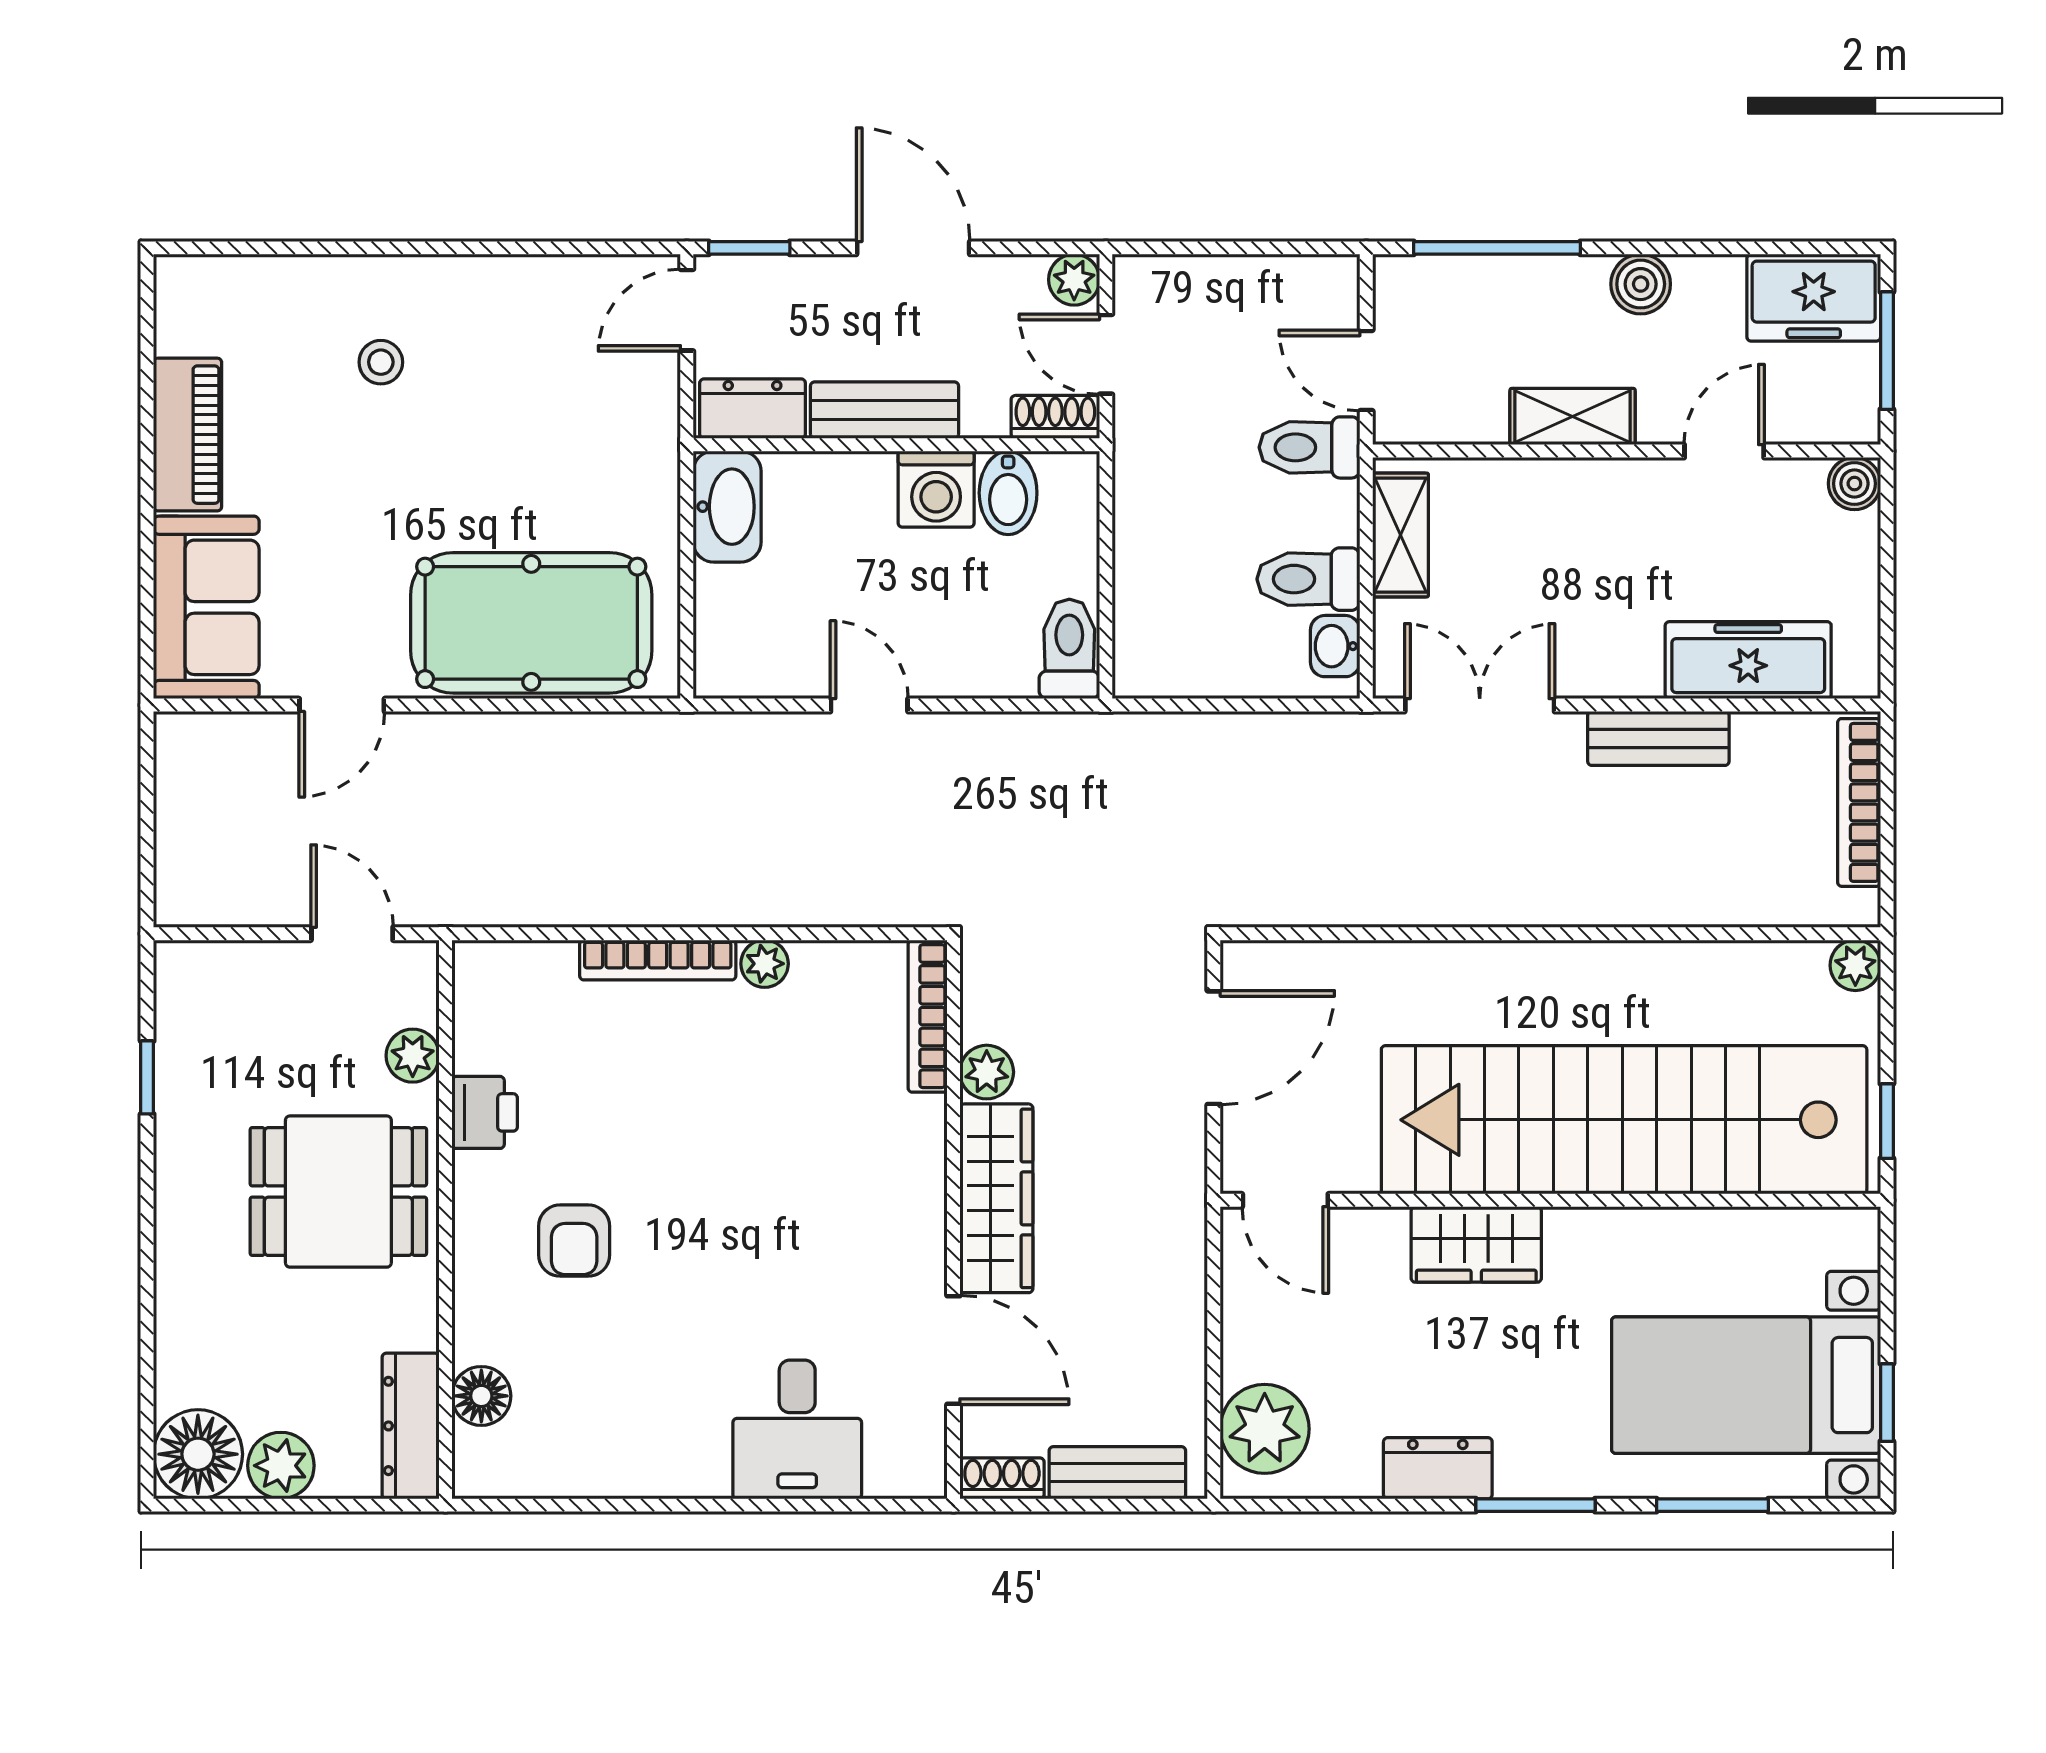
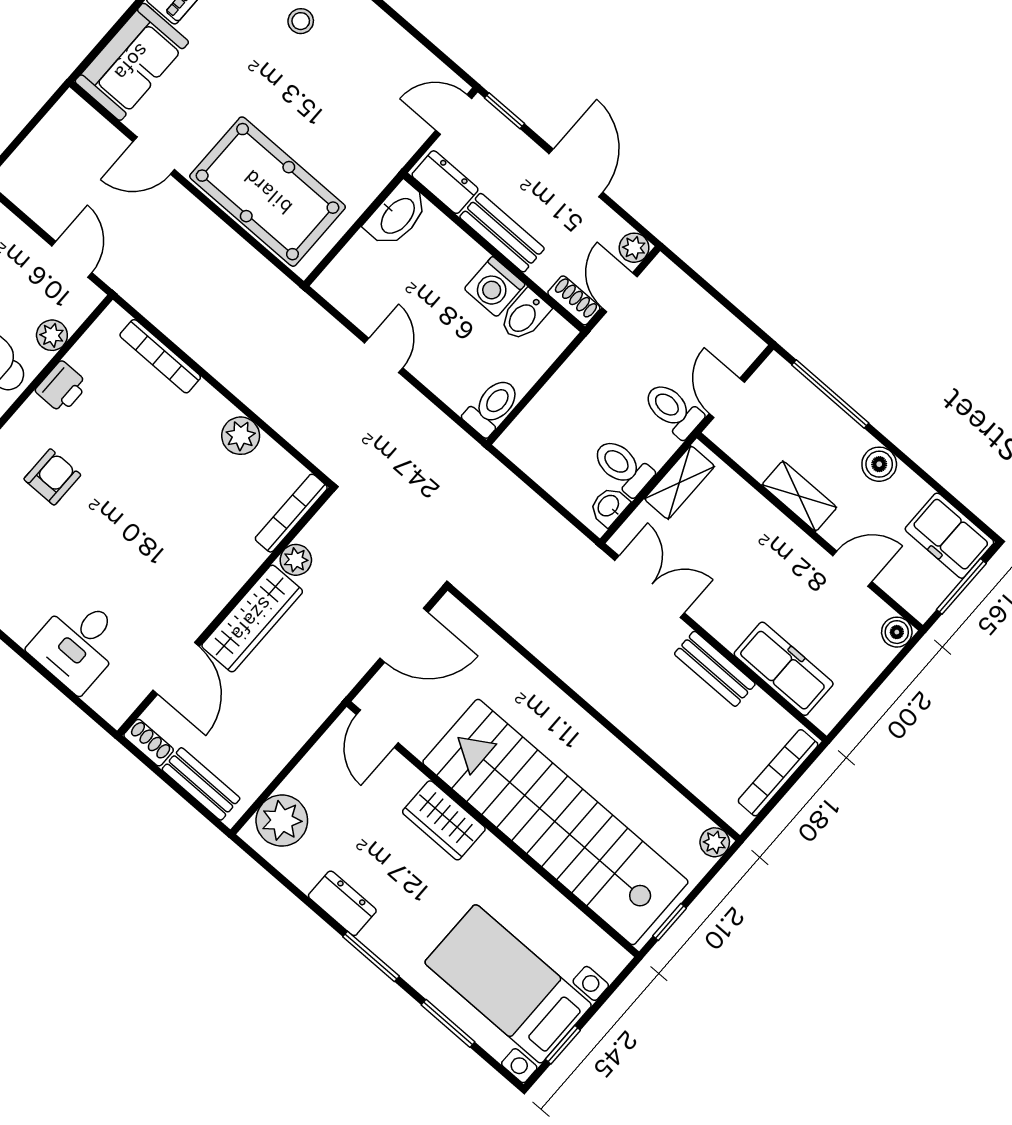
bookcase: (658, 960) -> (160, 356), moved
plant: (765, 964) -> (241, 436), width x1.38, depth x1.38
armchair: (574, 1241) -> (52, 477), turned 180

